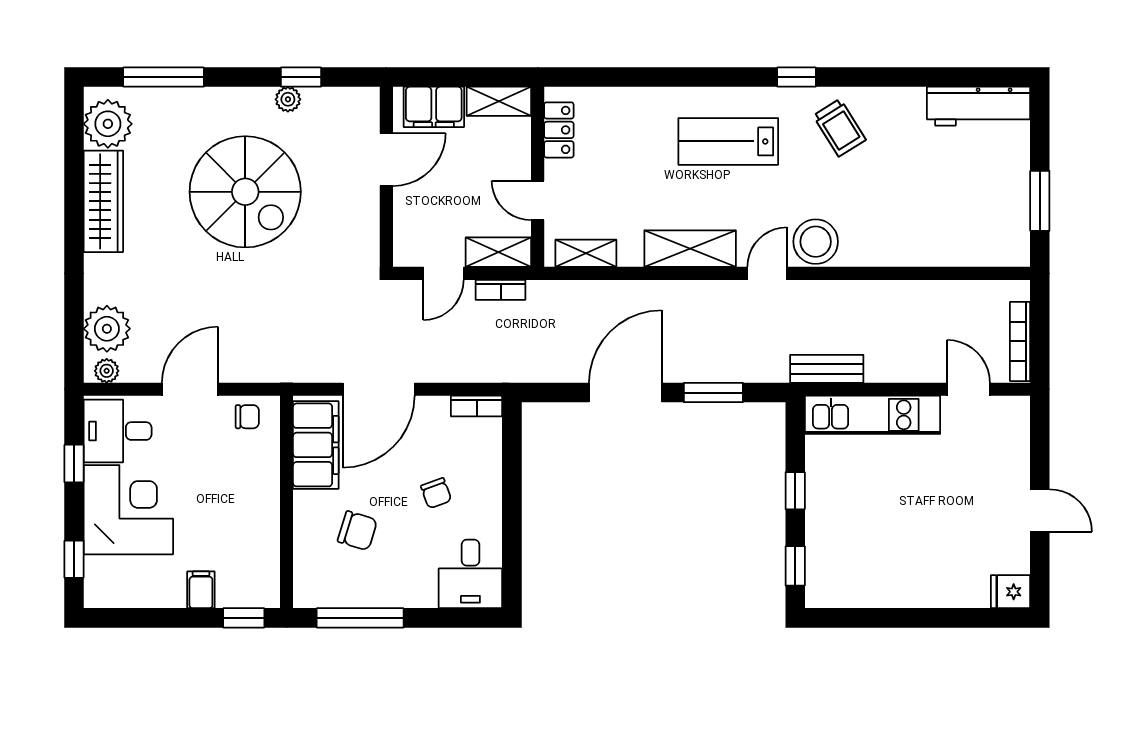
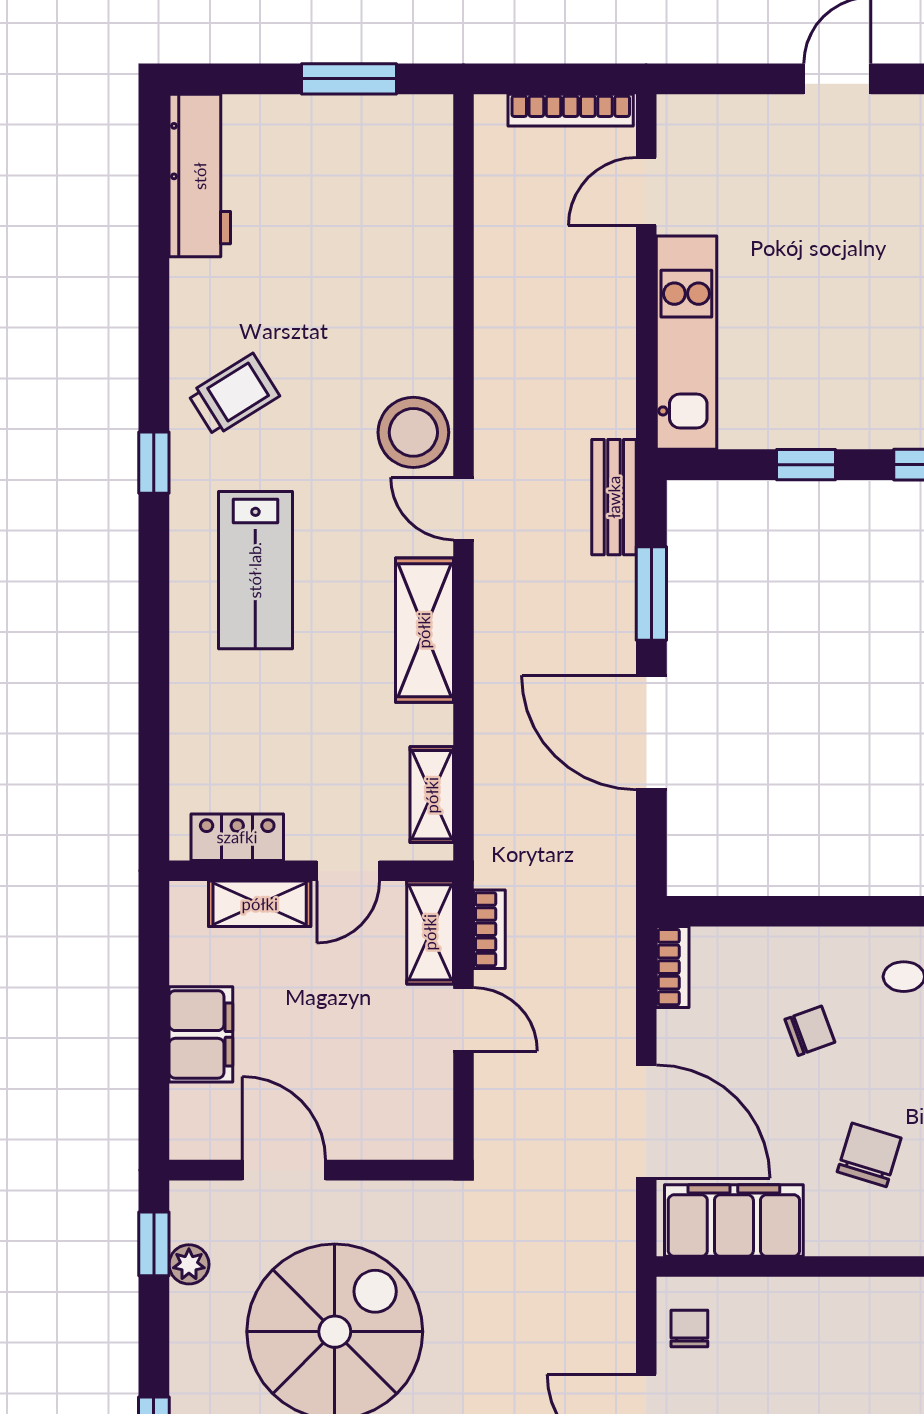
shelving: (499, 101) -> (260, 904), moved, turned 90
door: (386, 160) -> (284, 1170), moved
wall: (386, 177) -> (311, 1170), moved
bench: (827, 369) -> (614, 497), moved

